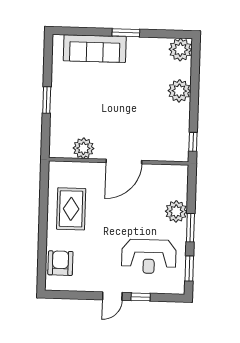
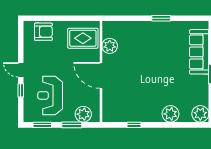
plant: (83, 148) -> (110, 46), moved
wall: (119, 161) -> (101, 72), moved
door: (124, 162) -> (101, 75), moved

